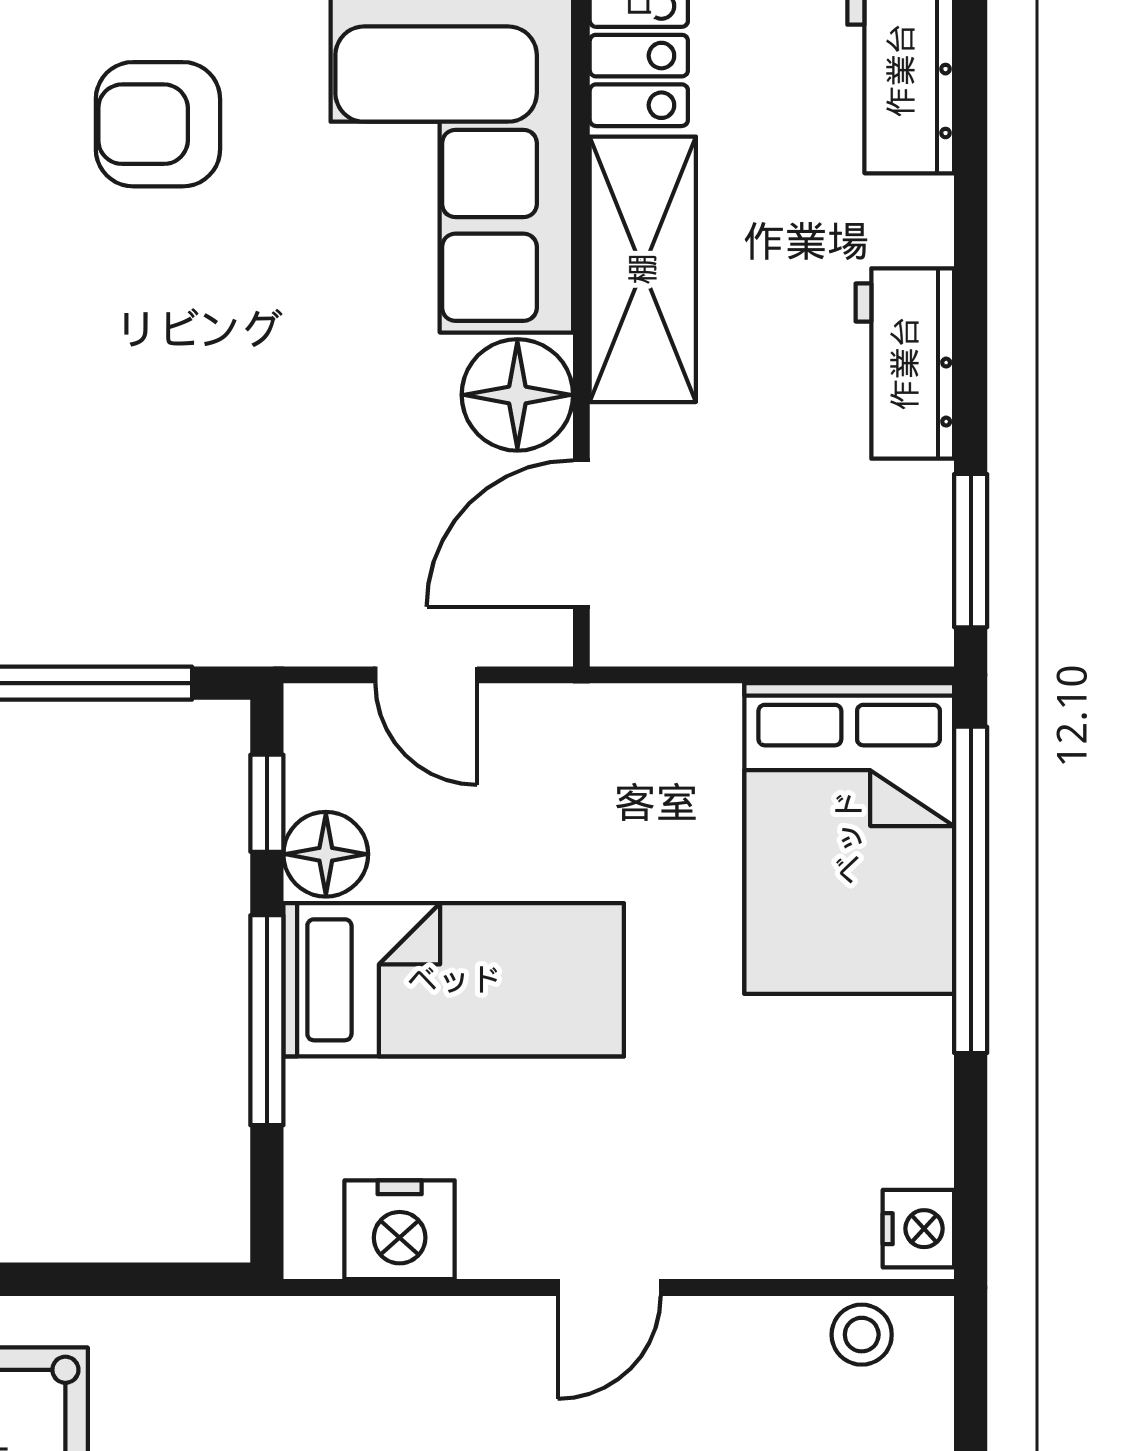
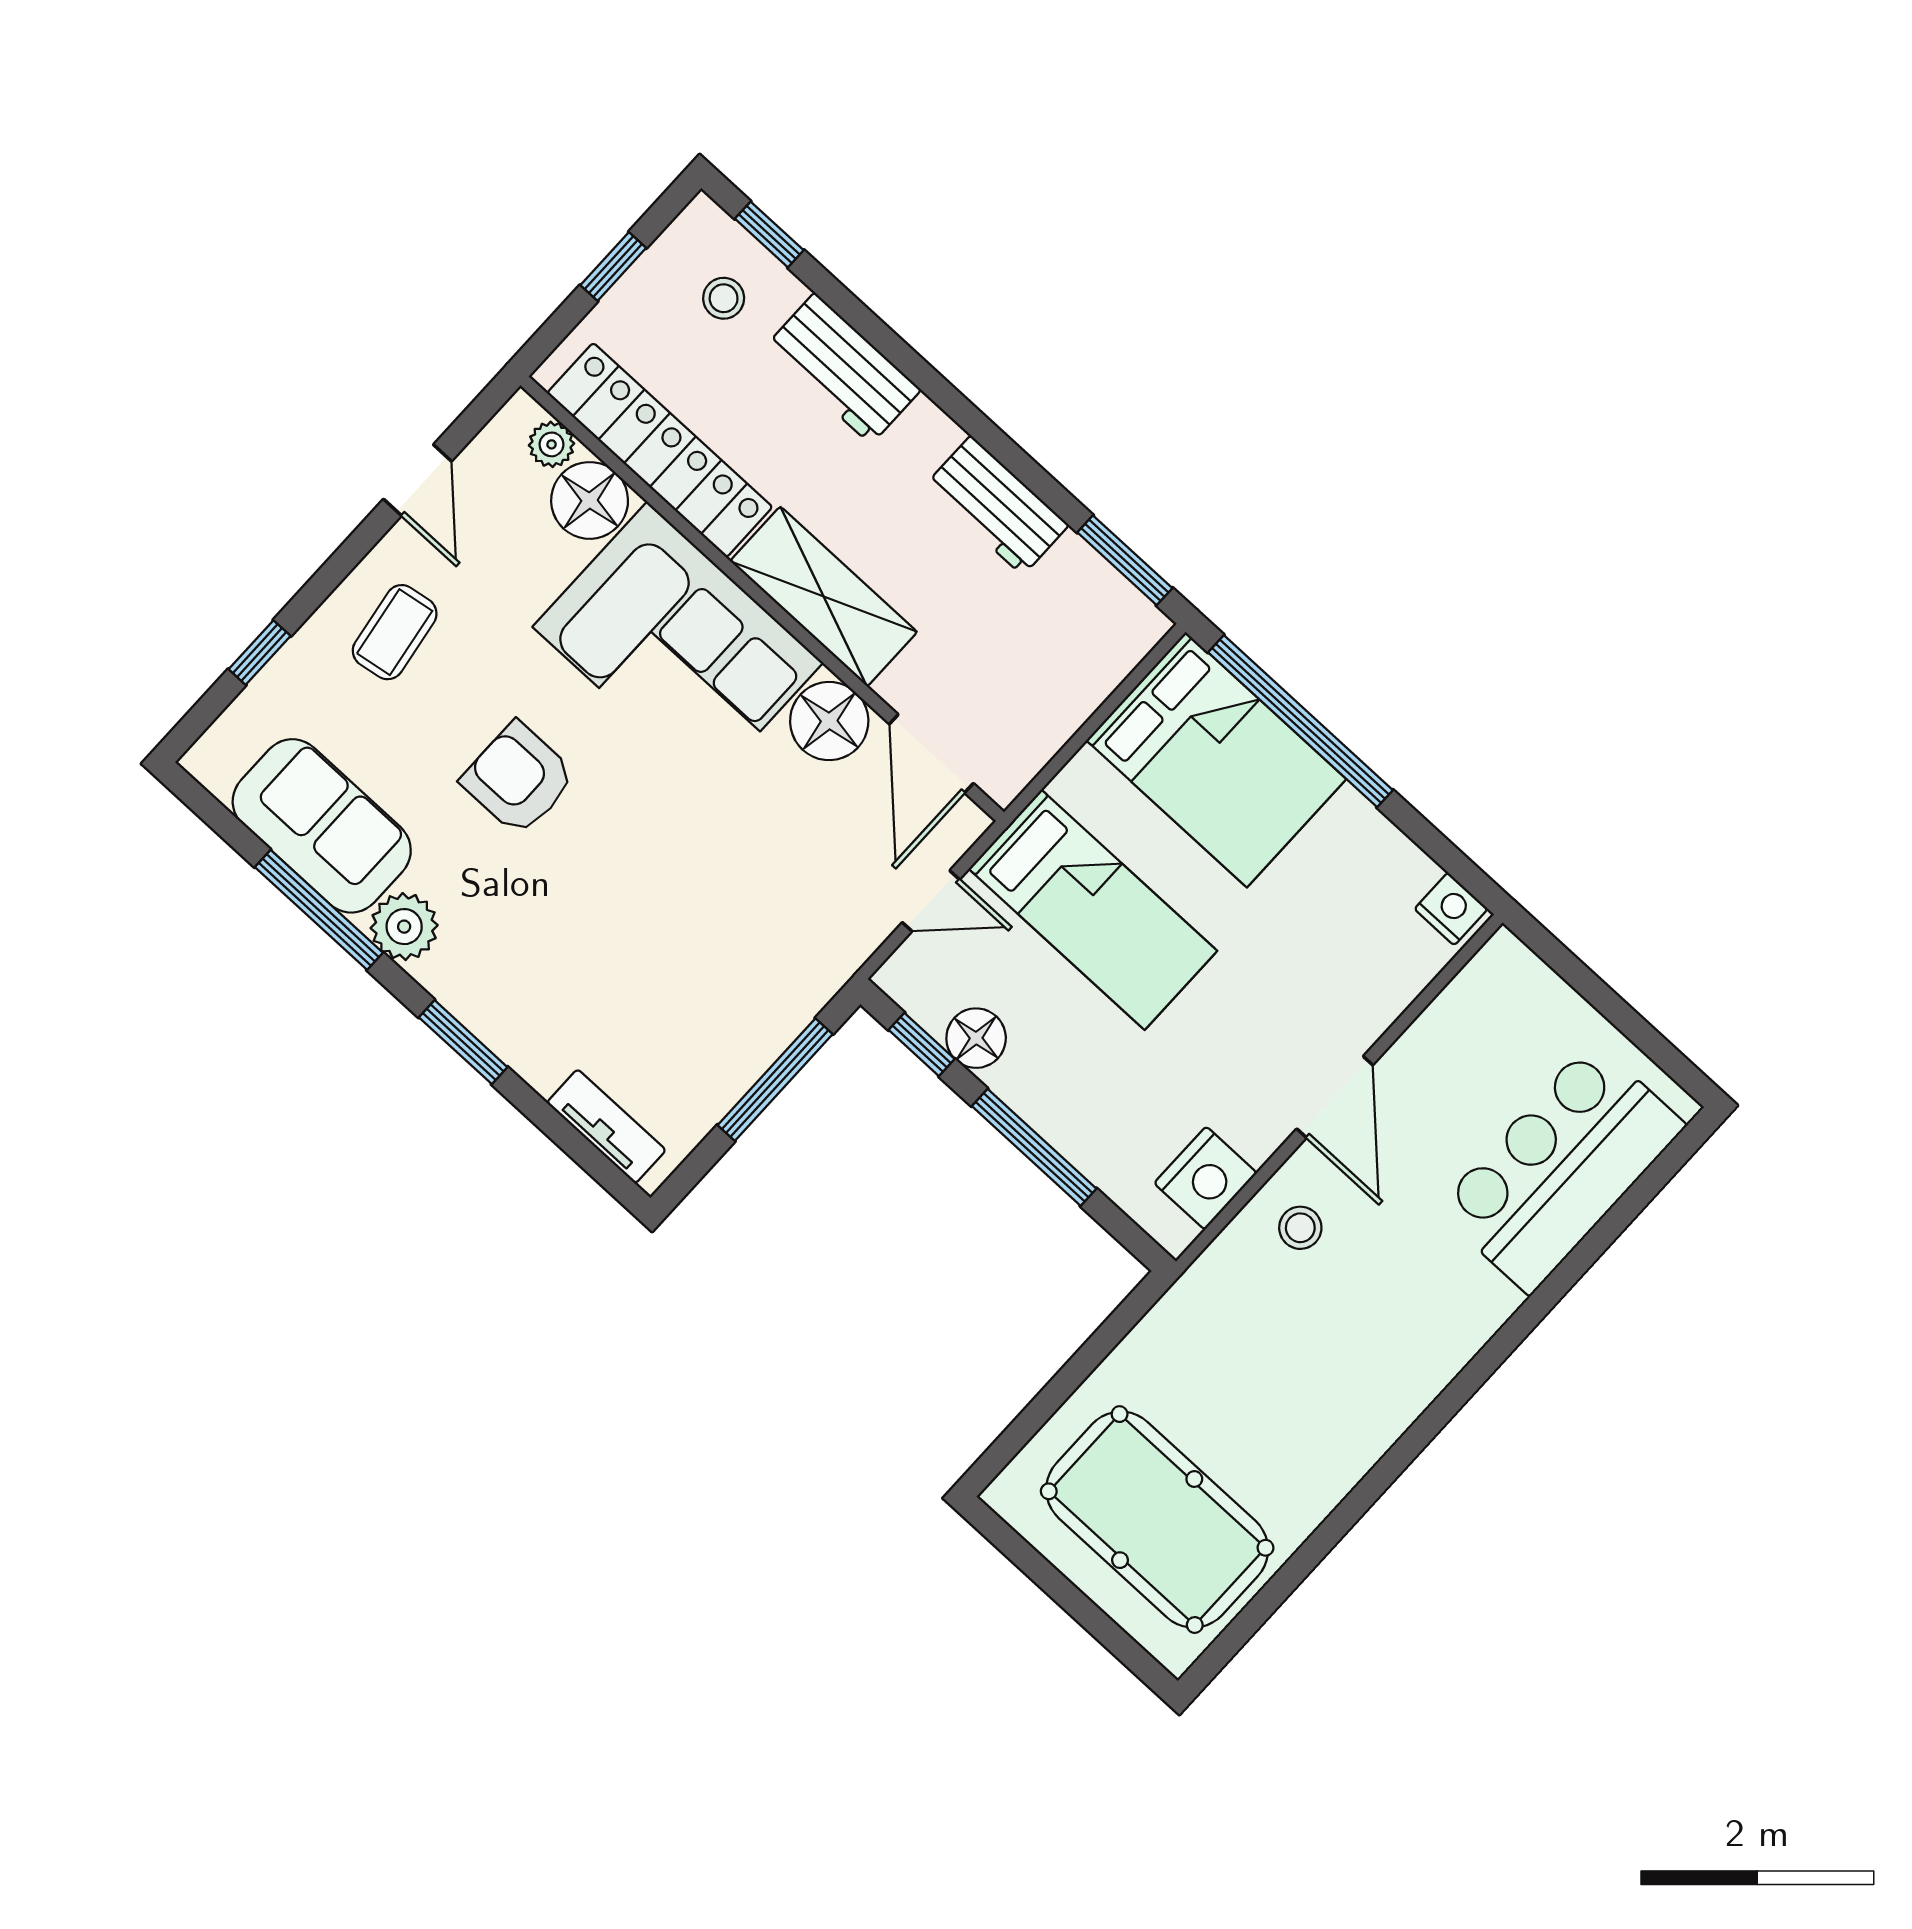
armchair: (158, 124) -> (519, 779), turned 90
bed: (454, 980) -> (1093, 910), moved, turned 90
door: (609, 1287) -> (1335, 1097), width x1.38
stool: (862, 1335) -> (1300, 1228), moved

